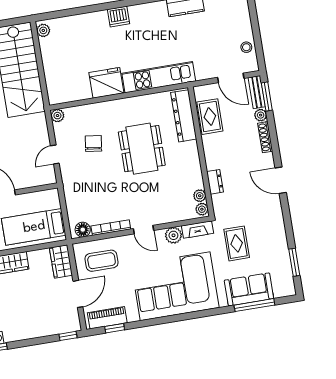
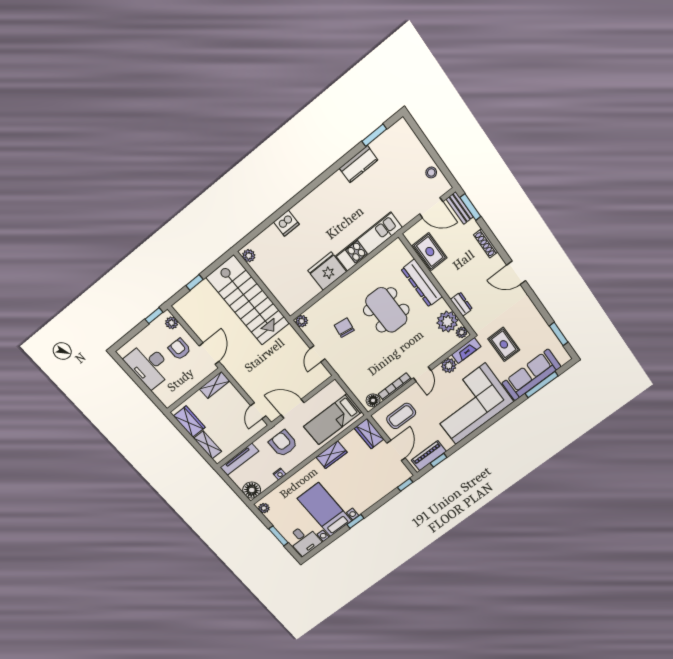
dishwasher: (118, 17) -> (286, 223), moved
plant: (261, 115) -> (473, 226), removed
dresser: (184, 116) -> (422, 283), moved
plant: (200, 196) -> (447, 322), width x1.87, depth x1.87
door: (144, 230) -> (422, 374), hinge flipped
sofa: (249, 289) -> (531, 375), width x1.36

